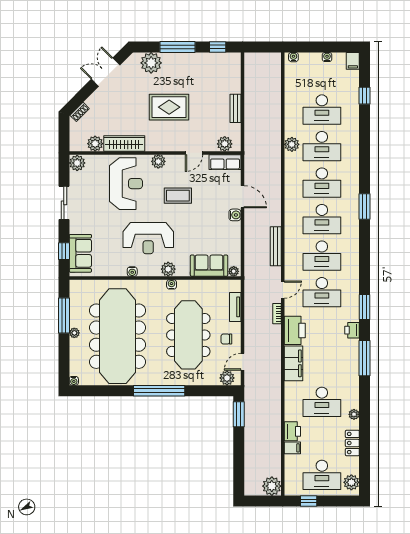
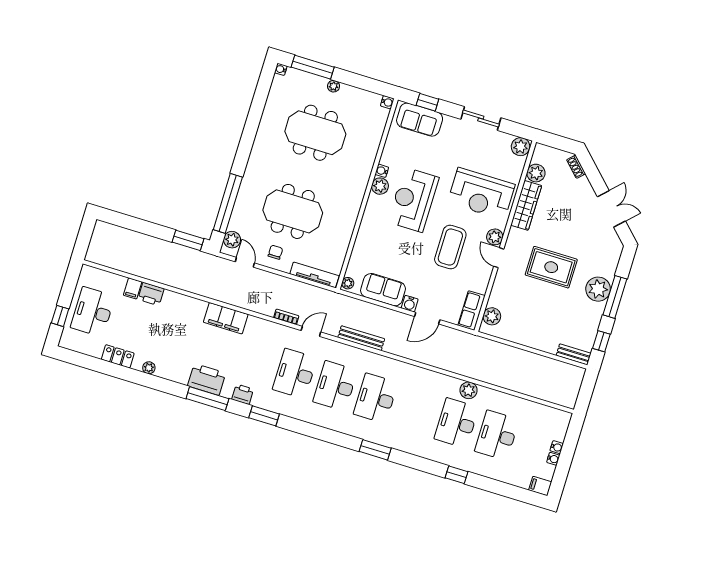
water cooler: (293, 57) -> (557, 447), moved
plant: (151, 63) -> (598, 289), moved
window: (365, 96) -> (457, 475), moved
rug: (169, 107) -> (551, 267), turned 90
bench: (235, 108) -> (574, 354), moved
door: (194, 153) -> (499, 258), moved
desk: (322, 183) -> (416, 411), removed
coffee table: (178, 196) -> (450, 247), width x1.36, depth x1.32
sofa: (209, 266) -> (383, 290), moved, turned -90
plant: (168, 269) -> (380, 186), moved
water cooler: (172, 284) -> (387, 102), moved
door: (283, 290) -> (311, 331), swing flipped
tv unit: (235, 307) -> (314, 275), width x1.41
window: (64, 315) -> (313, 67), moved
printer: (295, 330) -> (207, 379), moved, turned 180
meeting table: (188, 335) -> (293, 211), width x0.73
meeting table: (118, 336) -> (315, 133), width x0.54, depth x0.79
window: (159, 391) -> (228, 203), moved
desk: (322, 402) -> (174, 337), removed
plant: (351, 482) -> (74, 342), removed
plant: (272, 486) -> (97, 253), removed
window: (309, 501) -> (60, 316), moved

